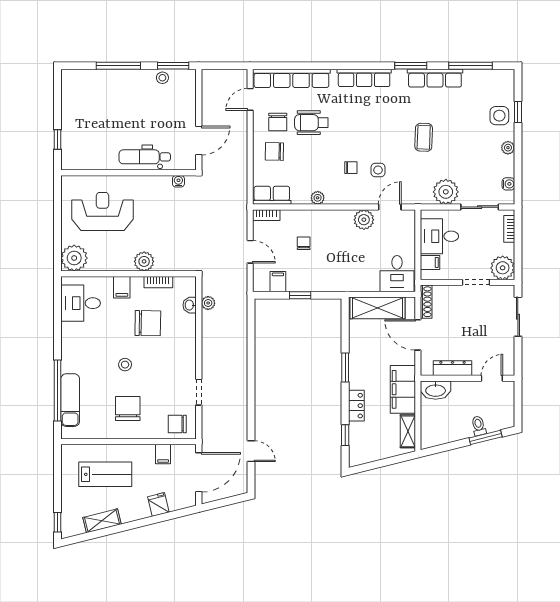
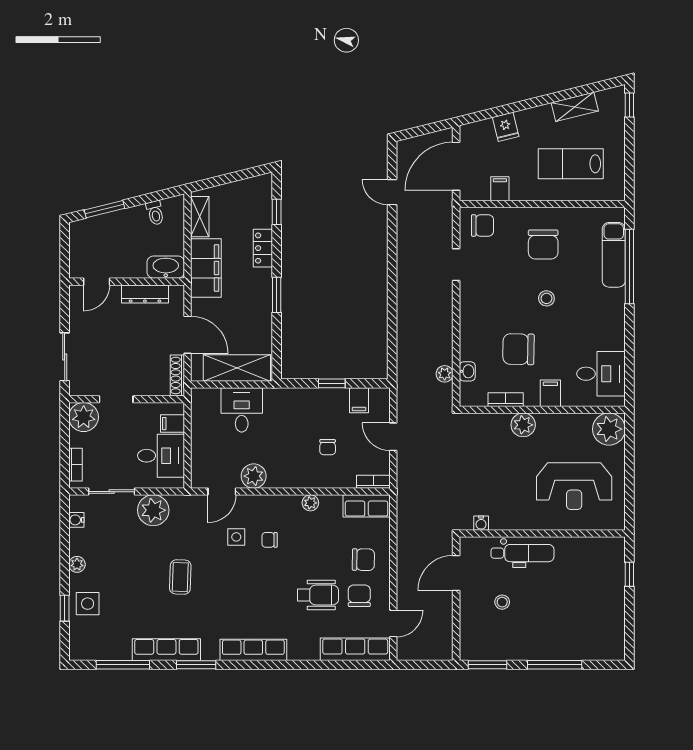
stool: (162, 78) -> (502, 602), moved
row of seats: (291, 78) -> (355, 649), width x0.73
desk: (397, 274) -> (242, 410), moved
toilet: (479, 426) -> (155, 213), moved

